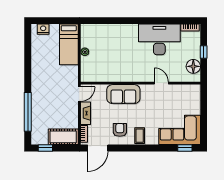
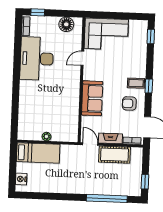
window: (204, 52) -> (38, 12), moved
corner sofa: (180, 130) -> (106, 34), moved, turned -90
cot: (63, 137) -> (114, 155), moved, turned 90
window: (137, 148) -> (149, 86), added

